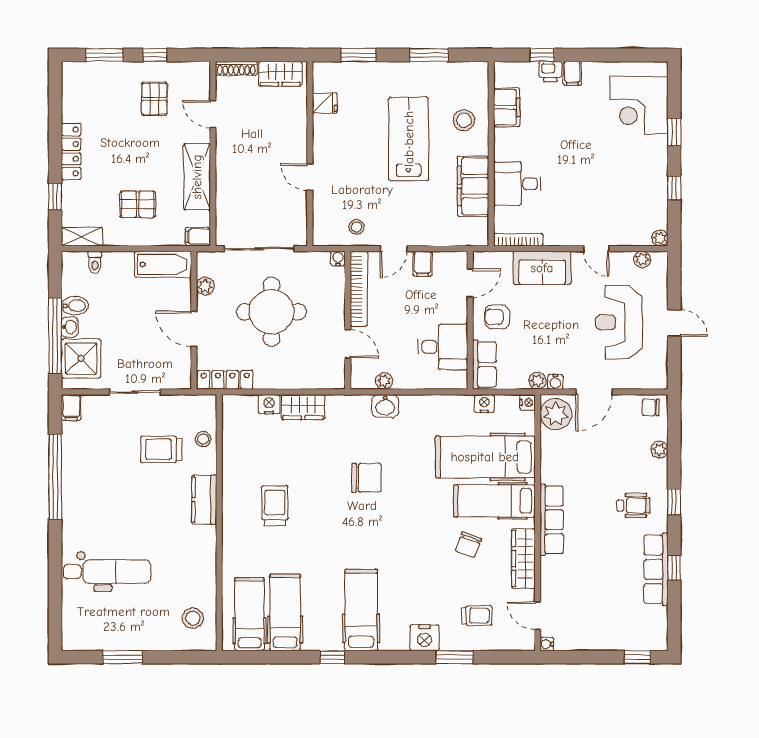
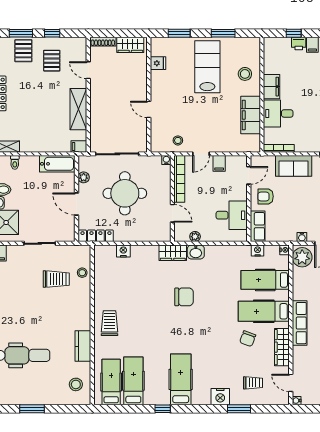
filing cabinet: (507, 107) -> (272, 87), moved
lab bench: (409, 139) -> (207, 67), moved
pallet: (138, 204) -> (23, 51), moved, turned 90
plant: (538, 381) -> (291, 236), removed
wardrobe: (303, 407) -> (173, 253), moved
trolley: (161, 449) -> (56, 279), turned 180
hospital bed: (485, 457) -> (265, 280), width x0.73, depth x0.78
kitchen counter: (204, 500) -> (83, 346), moved
trolley: (275, 505) -> (110, 323), moved

